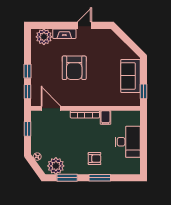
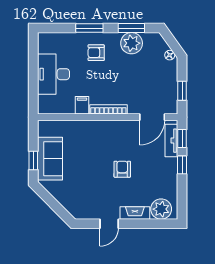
armchair: (74, 68) -> (122, 169), width x0.53, depth x0.53
tv unit: (36, 90) -> (171, 141), added
window: (144, 91) -> (33, 161), moved
door: (51, 108) -> (152, 117), hinge flipped
plant: (56, 166) -> (132, 43), moved

